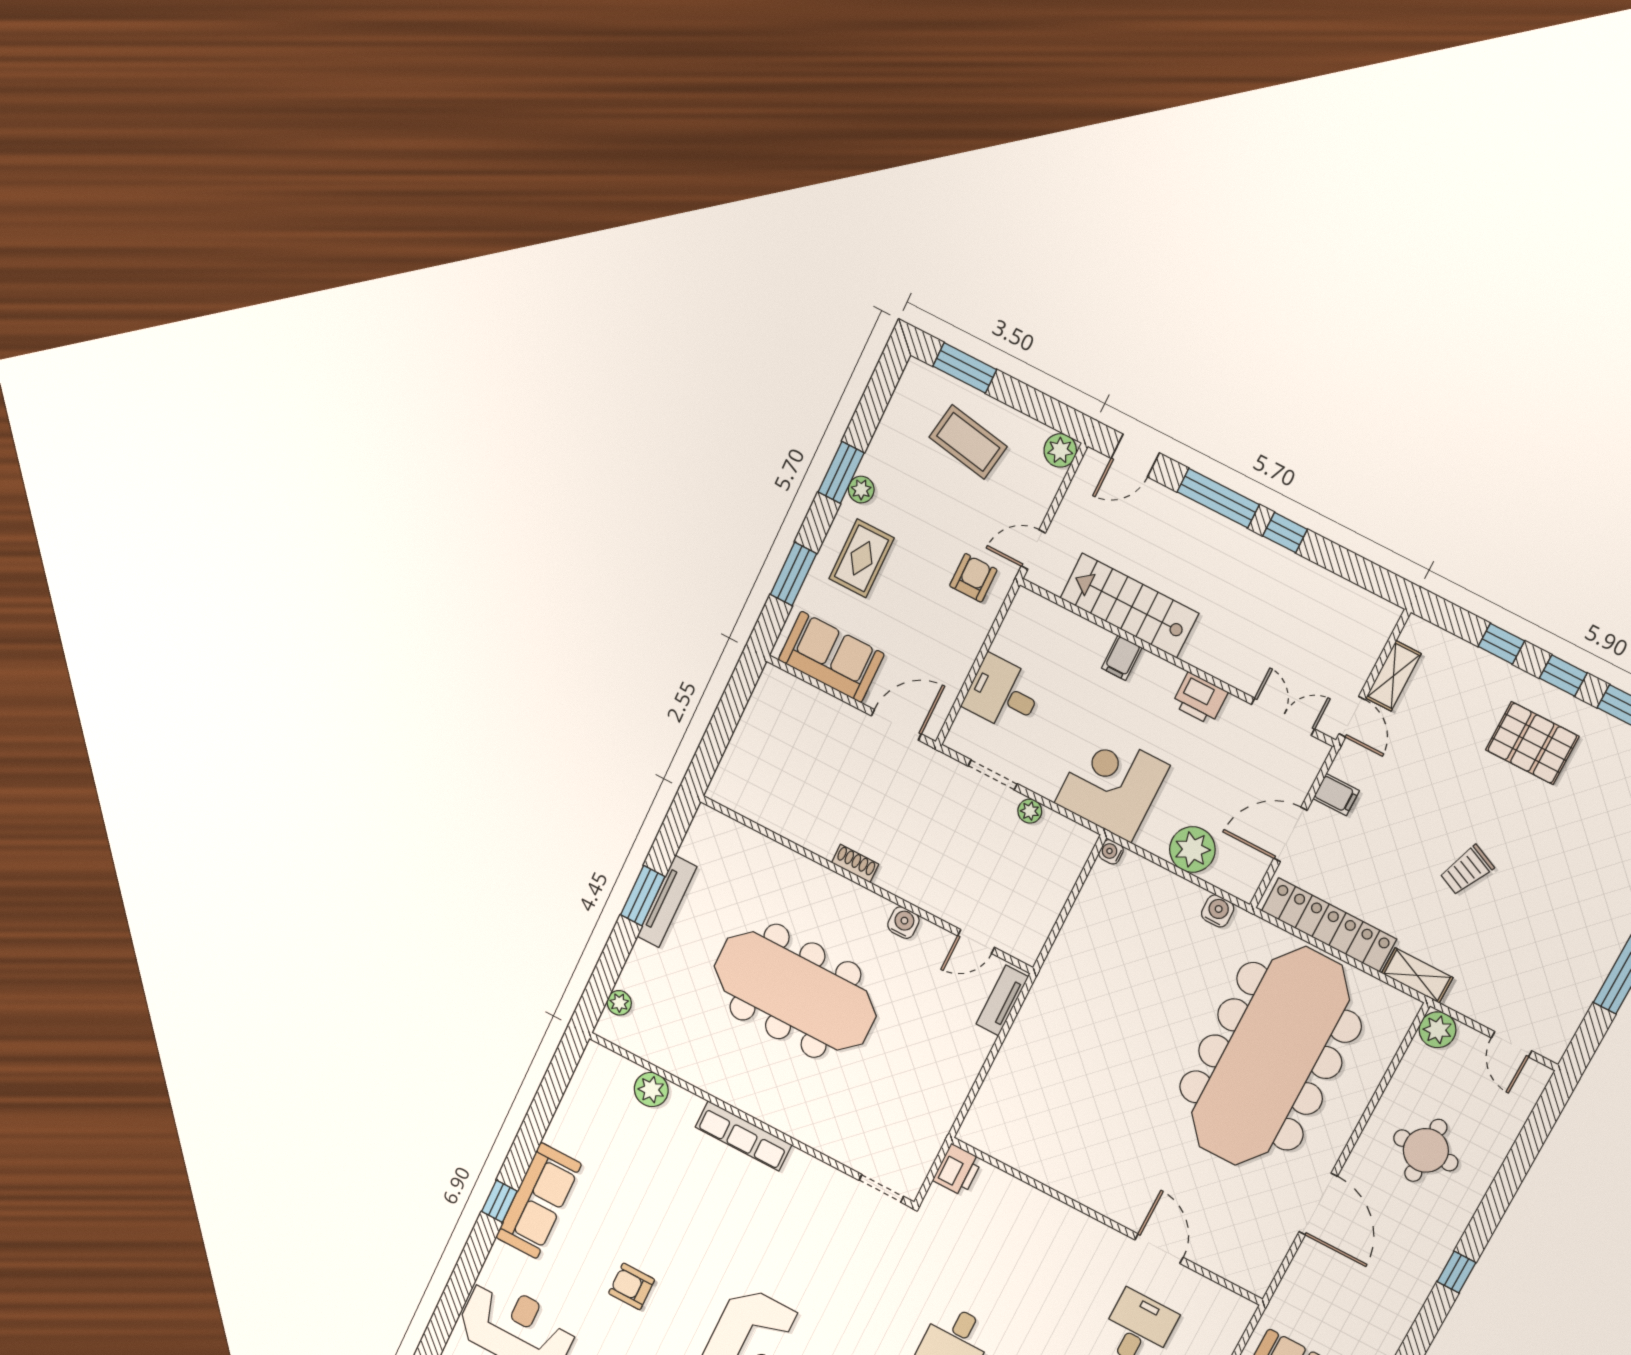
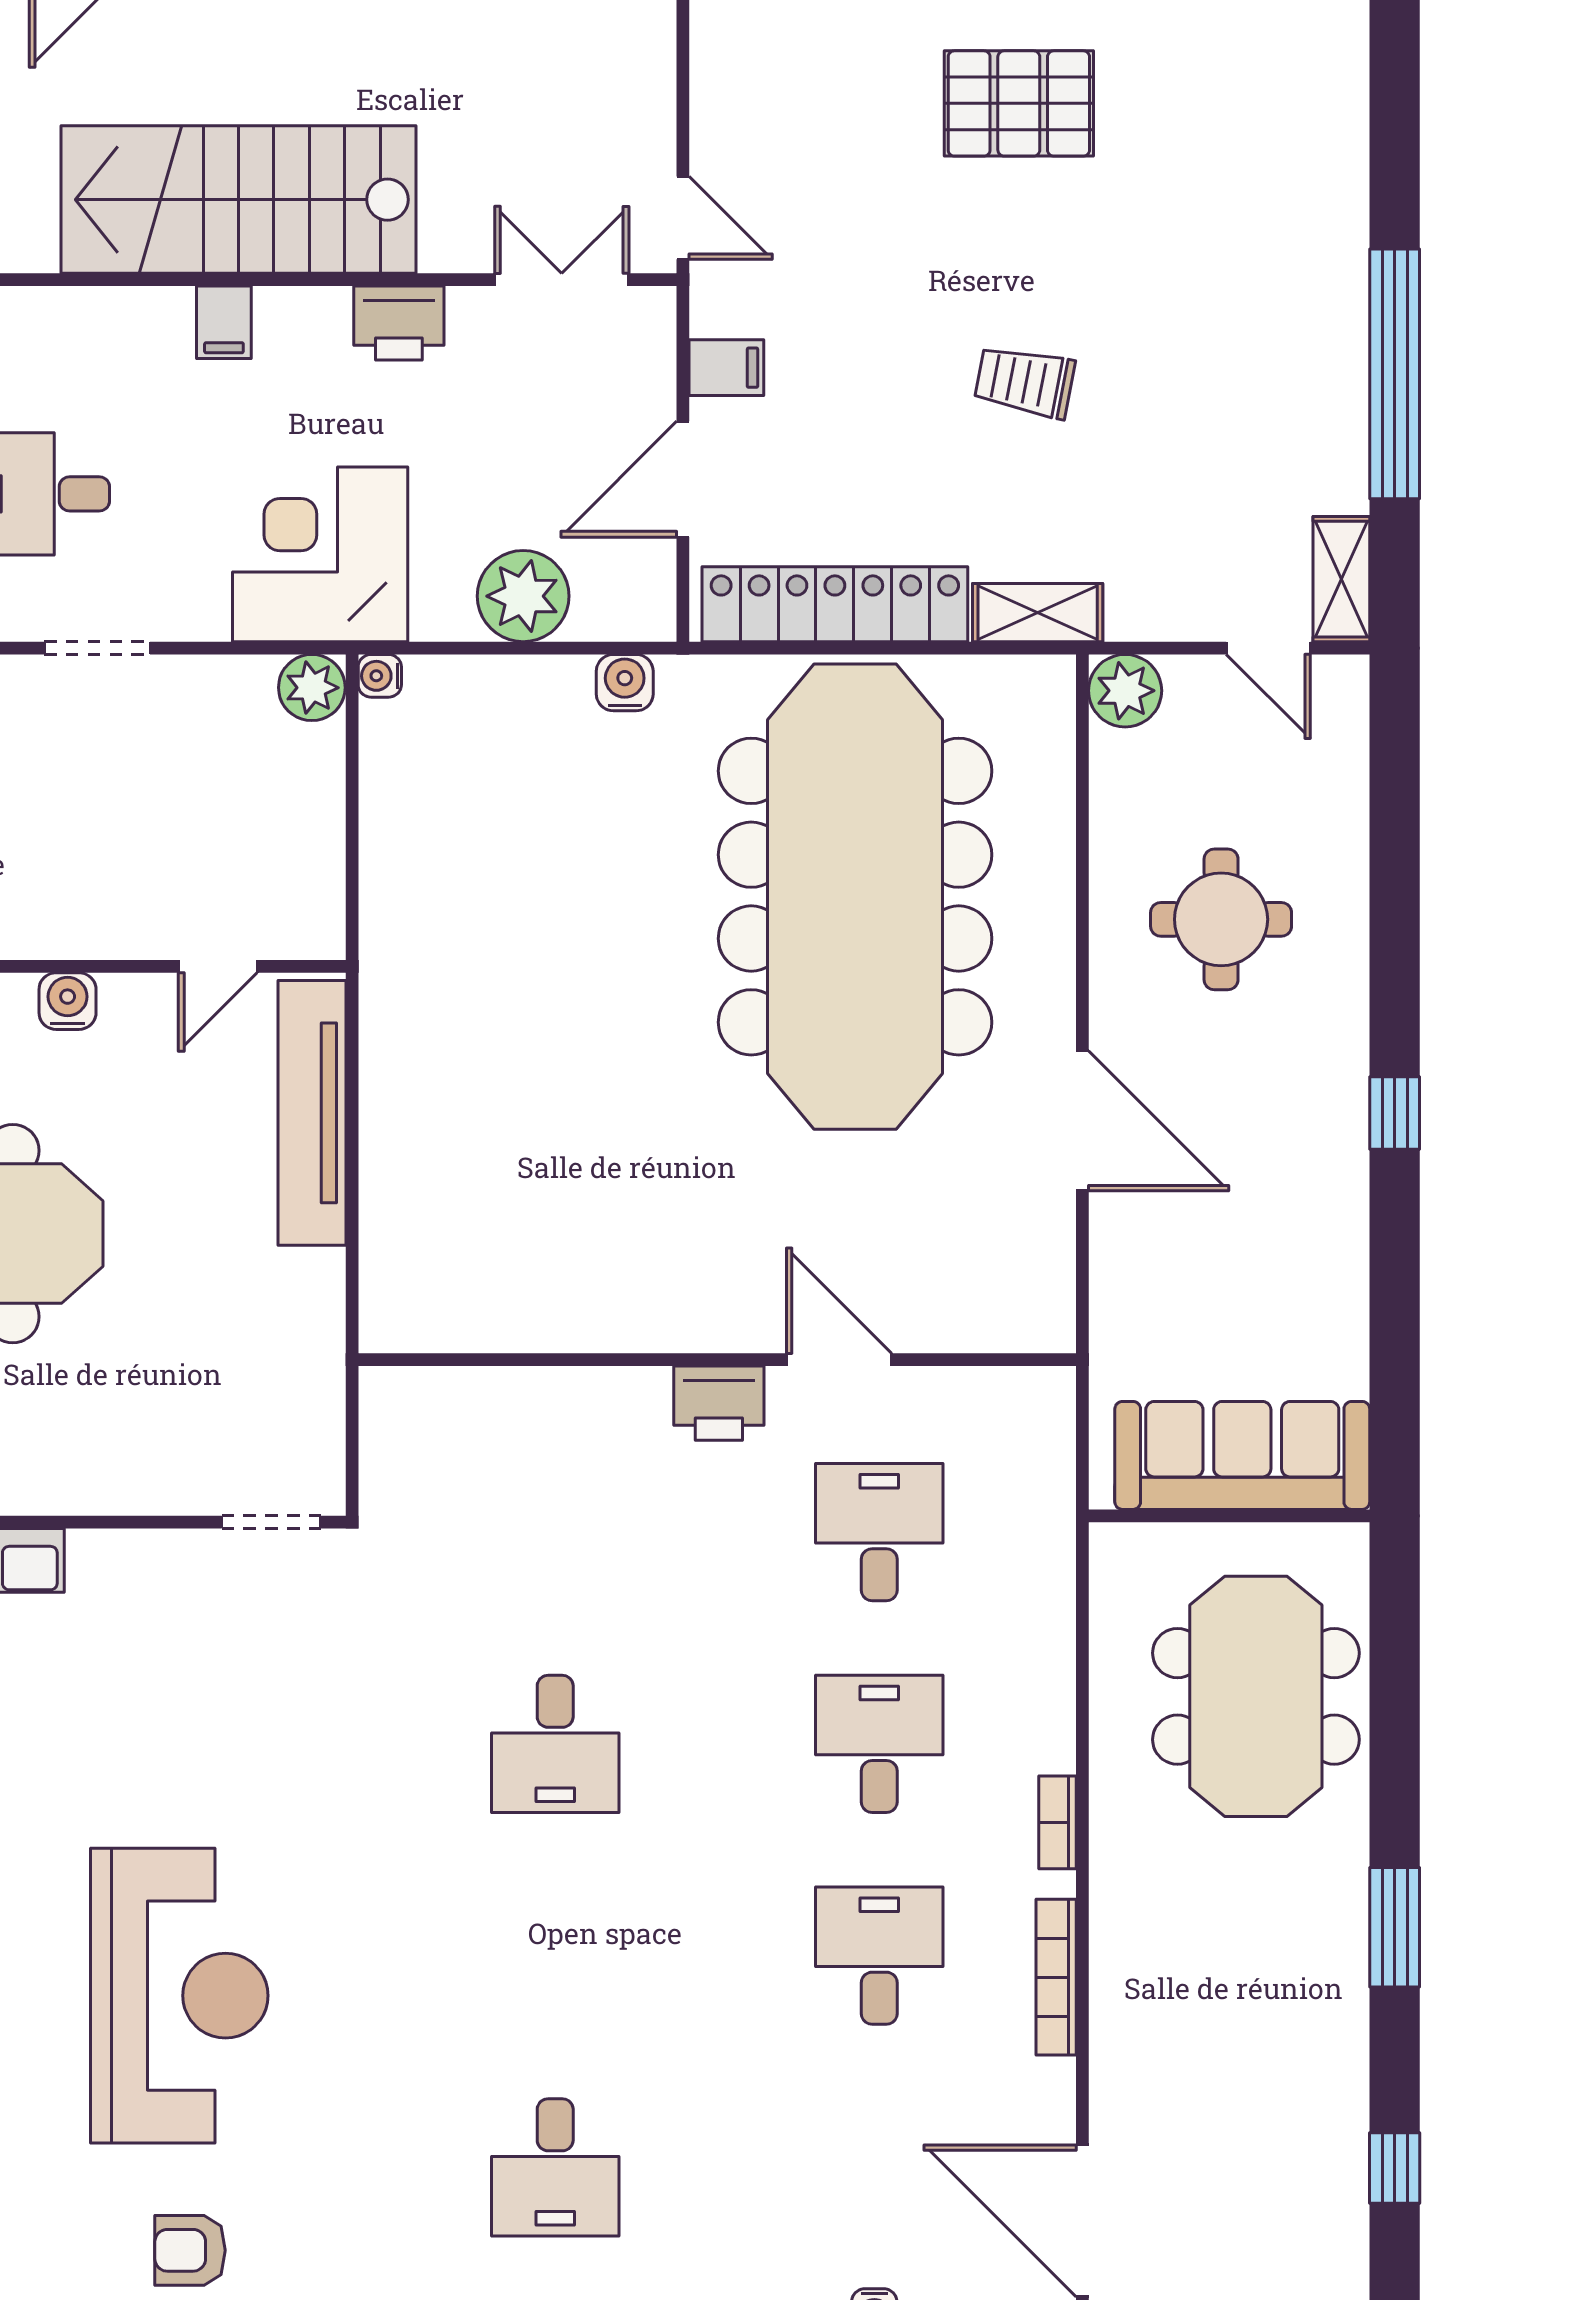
stairs: (1129, 606) -> (238, 200), width x1.36, depth x1.51
shelving: (1393, 676) -> (1341, 579), moved
plant: (1030, 811) -> (312, 688), moved, width x1.38, depth x1.38
trolley: (1467, 870) -> (1025, 382), turned 77
tv unit: (1002, 1000) -> (312, 1113), width x1.92, depth x1.29
printer: (958, 1170) -> (719, 1403), moved, turned 90

